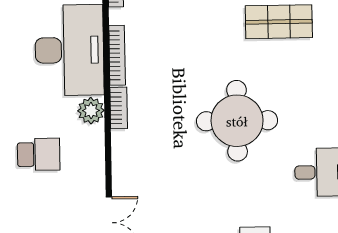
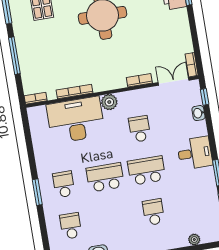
bookcase: (119, 108) -> (139, 80), moved

